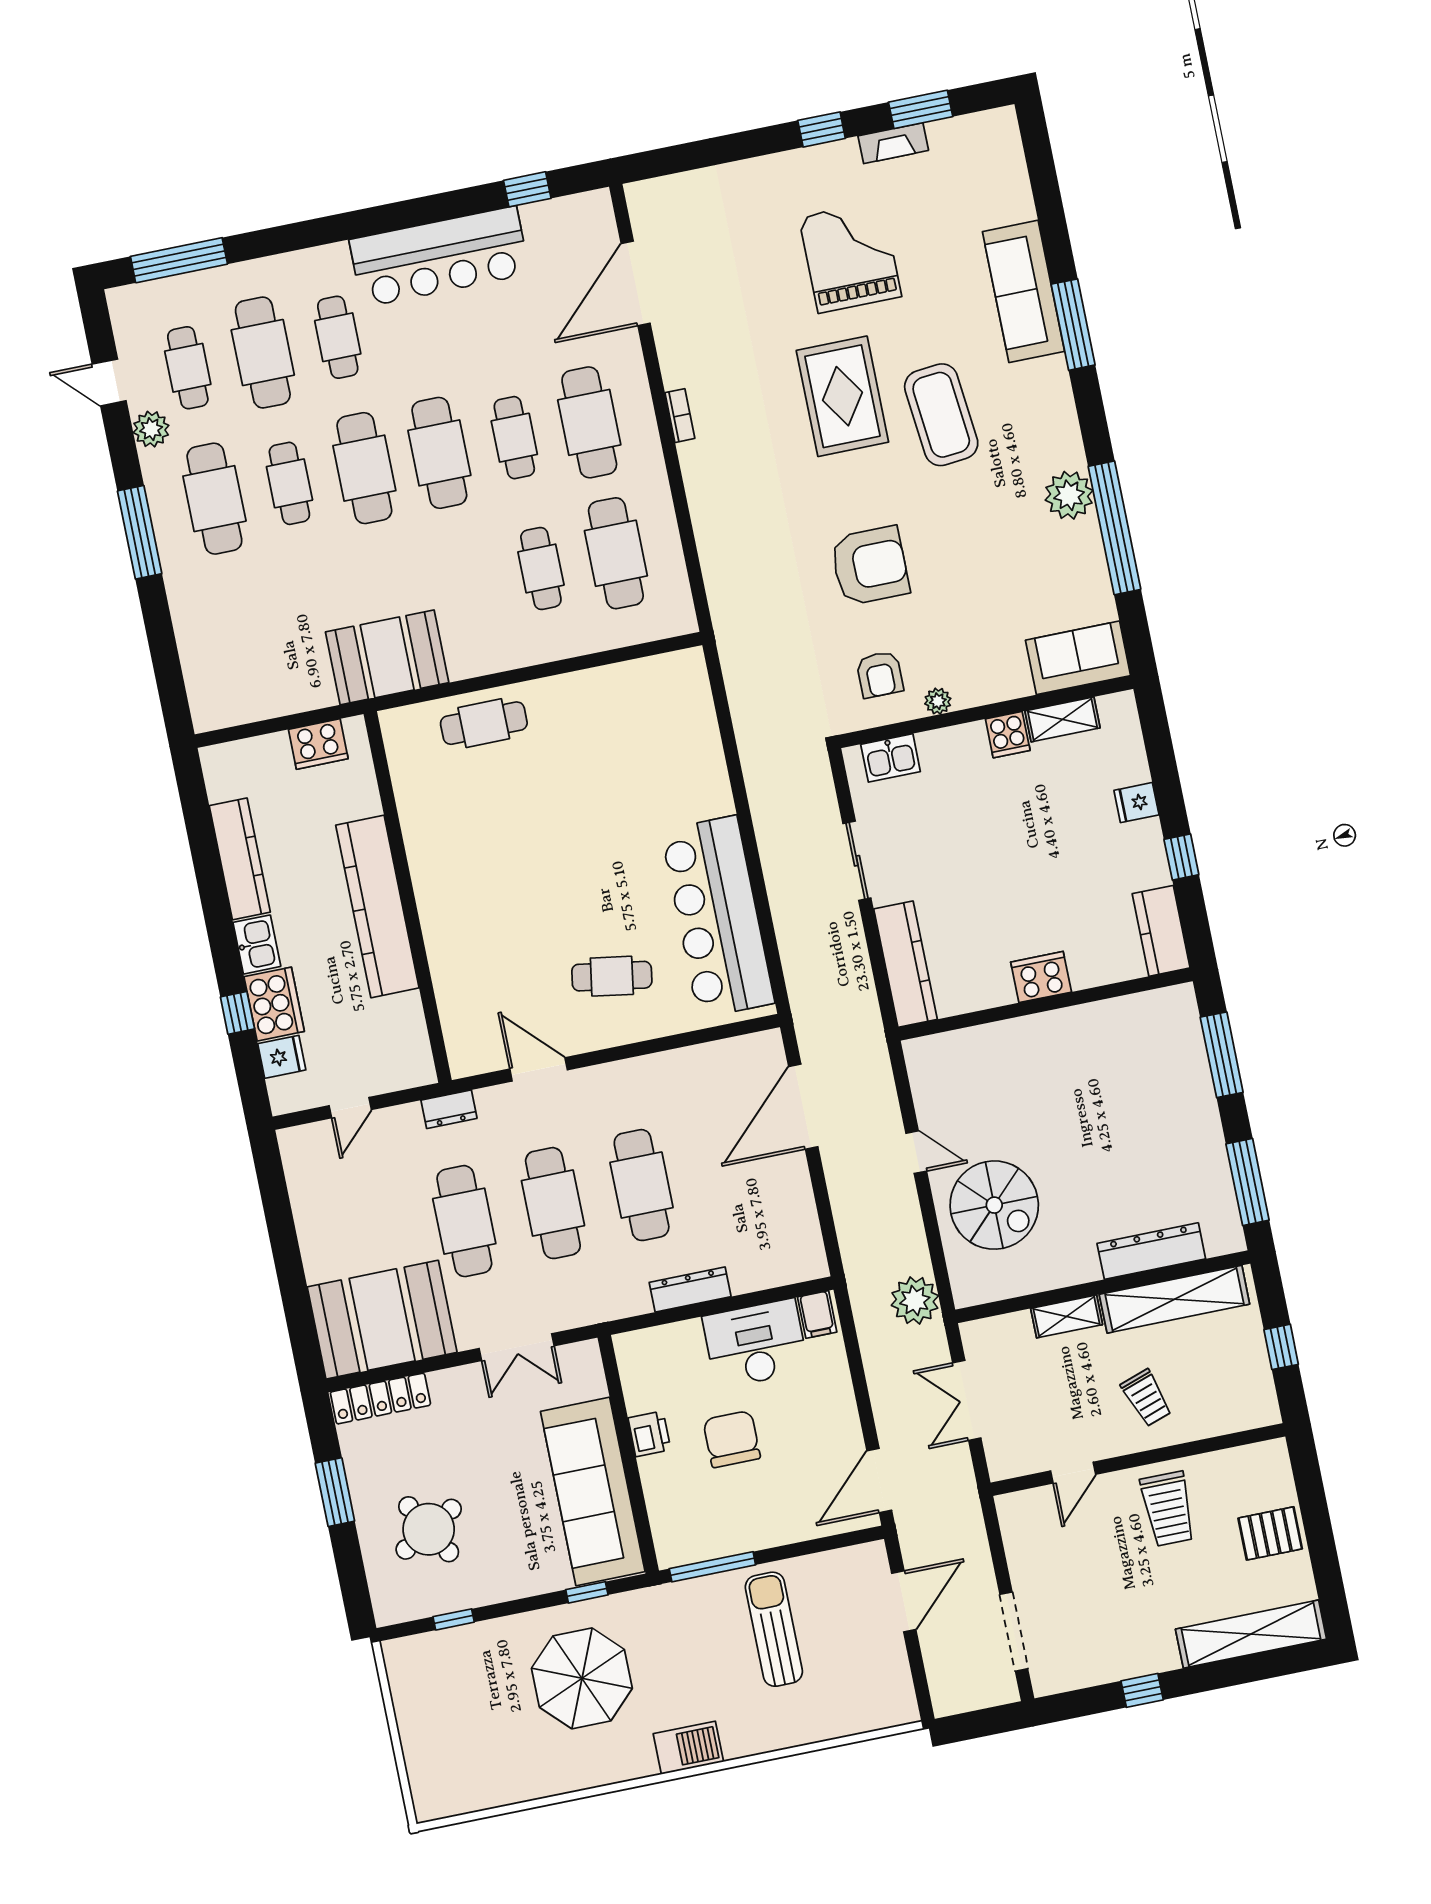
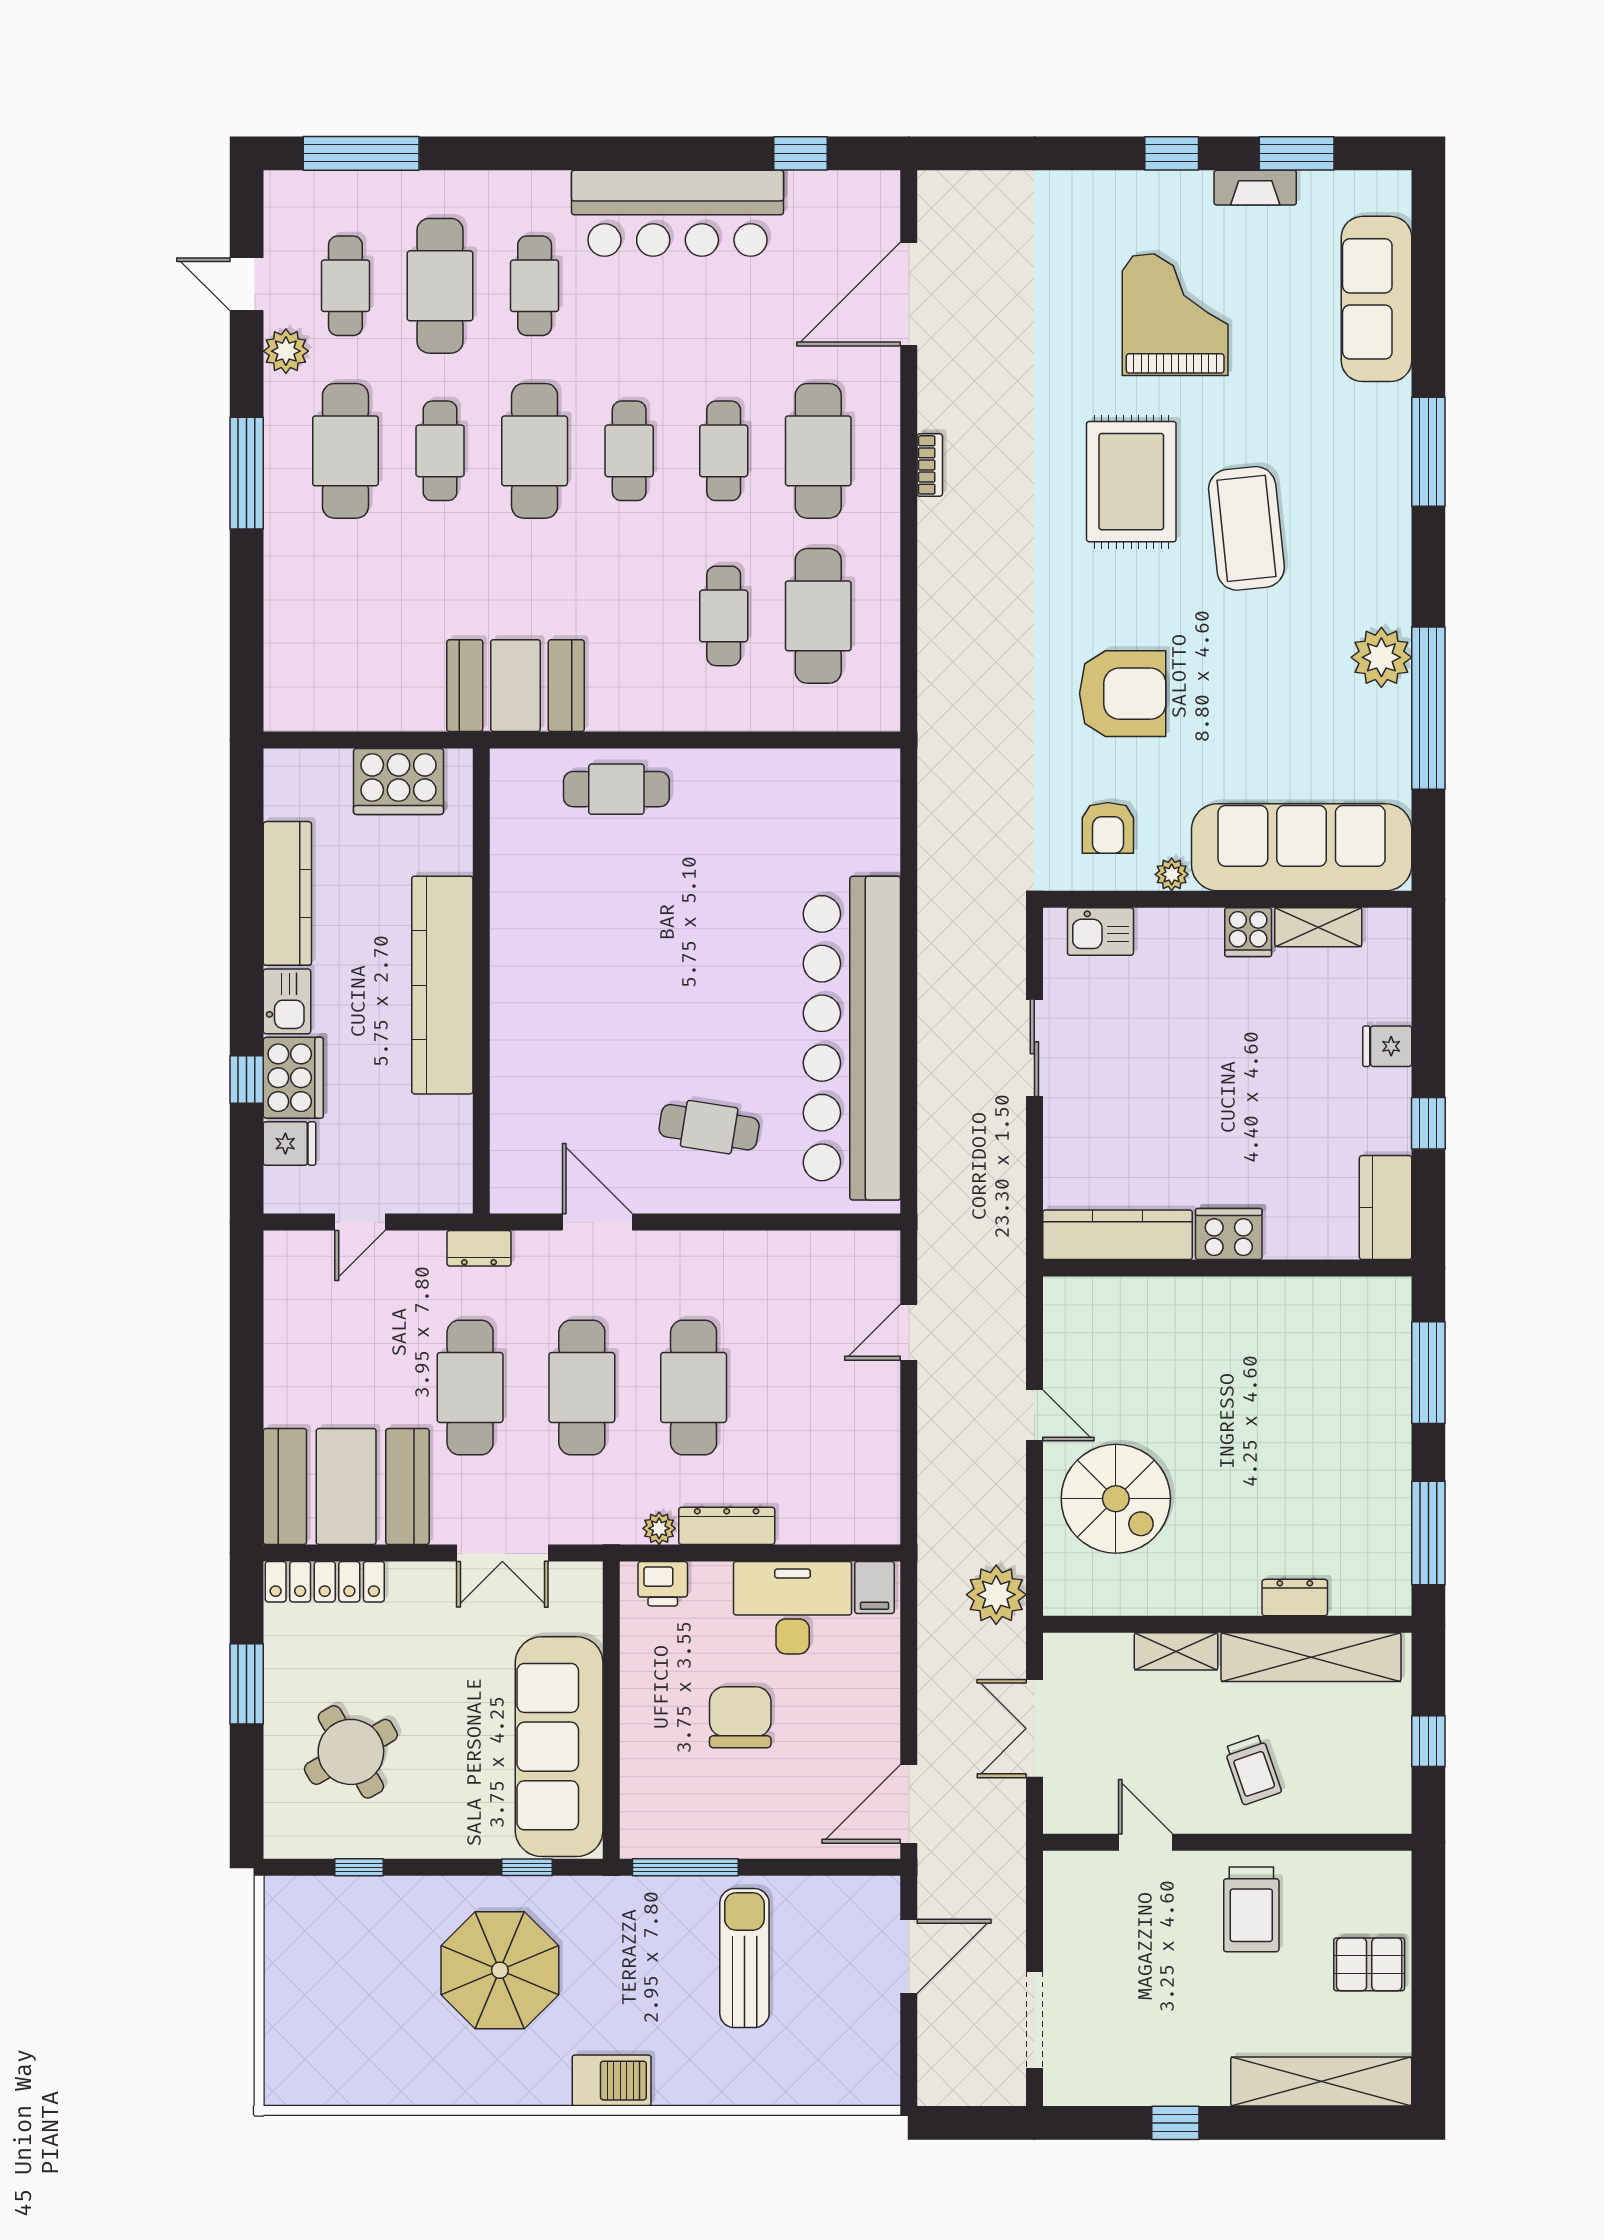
sofa: (1024, 291) -> (1376, 299), moved
cafe table: (439, 453) -> (629, 451), width x0.73, depth x0.74
sofa: (1078, 658) -> (1302, 847), width x1.85, depth x1.27
cooker: (318, 744) -> (399, 781), width x1.37, depth x1.31
bar counter: (718, 917) -> (852, 1038), width x1.36
kitchen counter: (905, 964) -> (1118, 1235), moved, turned -90
door: (803, 1107) -> (909, 1332), width x0.53
dresser: (1151, 1251) -> (1295, 1598), width x0.51, depth x0.80
plant: (637, 1302) -> (659, 1528), added
printer: (649, 1434) -> (663, 1584), moved, turned 90
door: (1073, 1473) -> (1145, 1842), swing flipped

